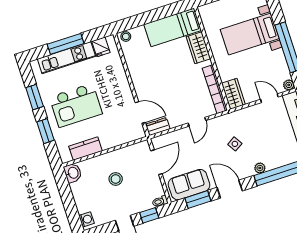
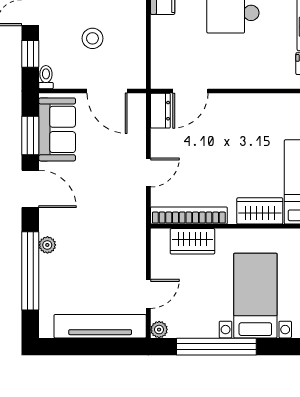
wardrobe: (233, 94) -> (192, 241), moved
door: (197, 122) -> (148, 172), swing flipped
side table: (235, 144) -> (96, 219), removed
stool: (116, 179) -> (92, 38), moved
door: (230, 189) -> (30, 189), hinge flipped

